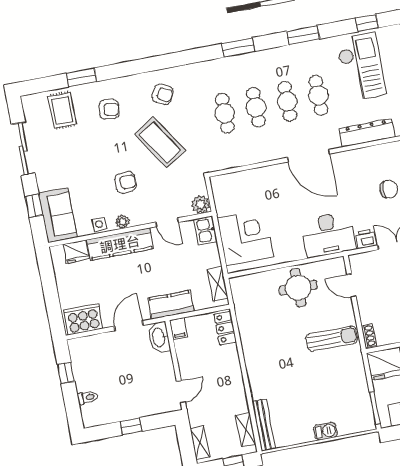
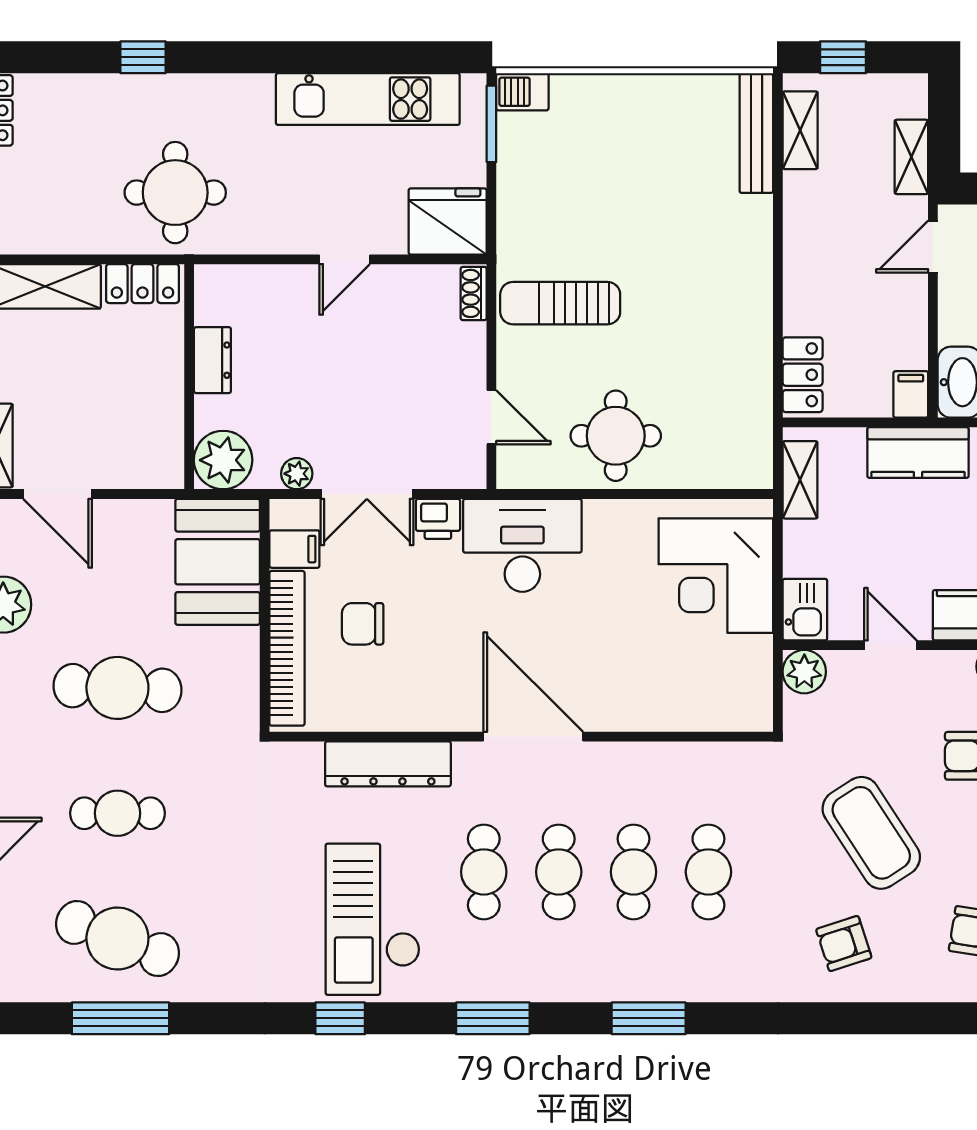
armchair: (163, 94) -> (844, 944), turned -45
barbecue: (325, 431) -> (522, 92), moved
shelving: (200, 443) -> (911, 157), moved

